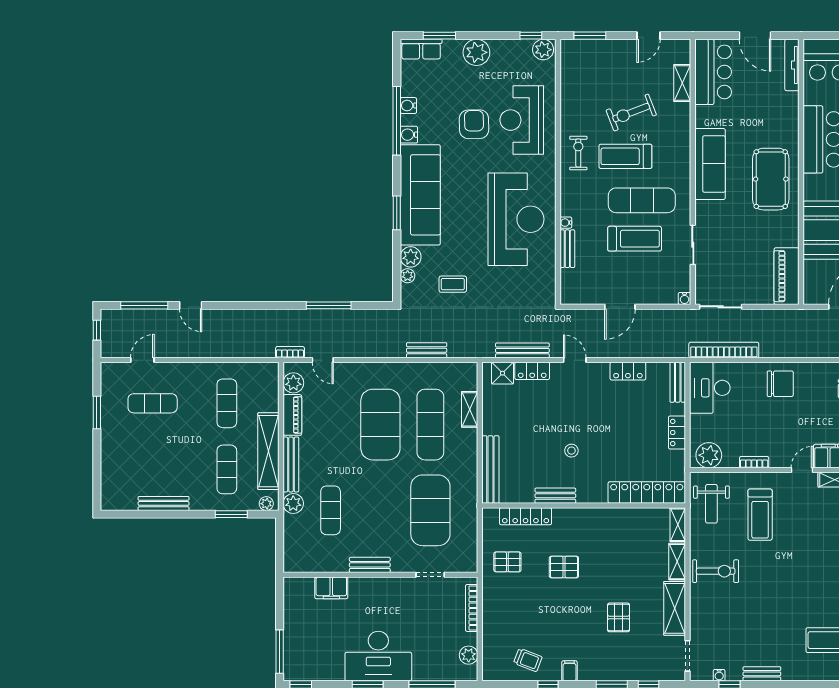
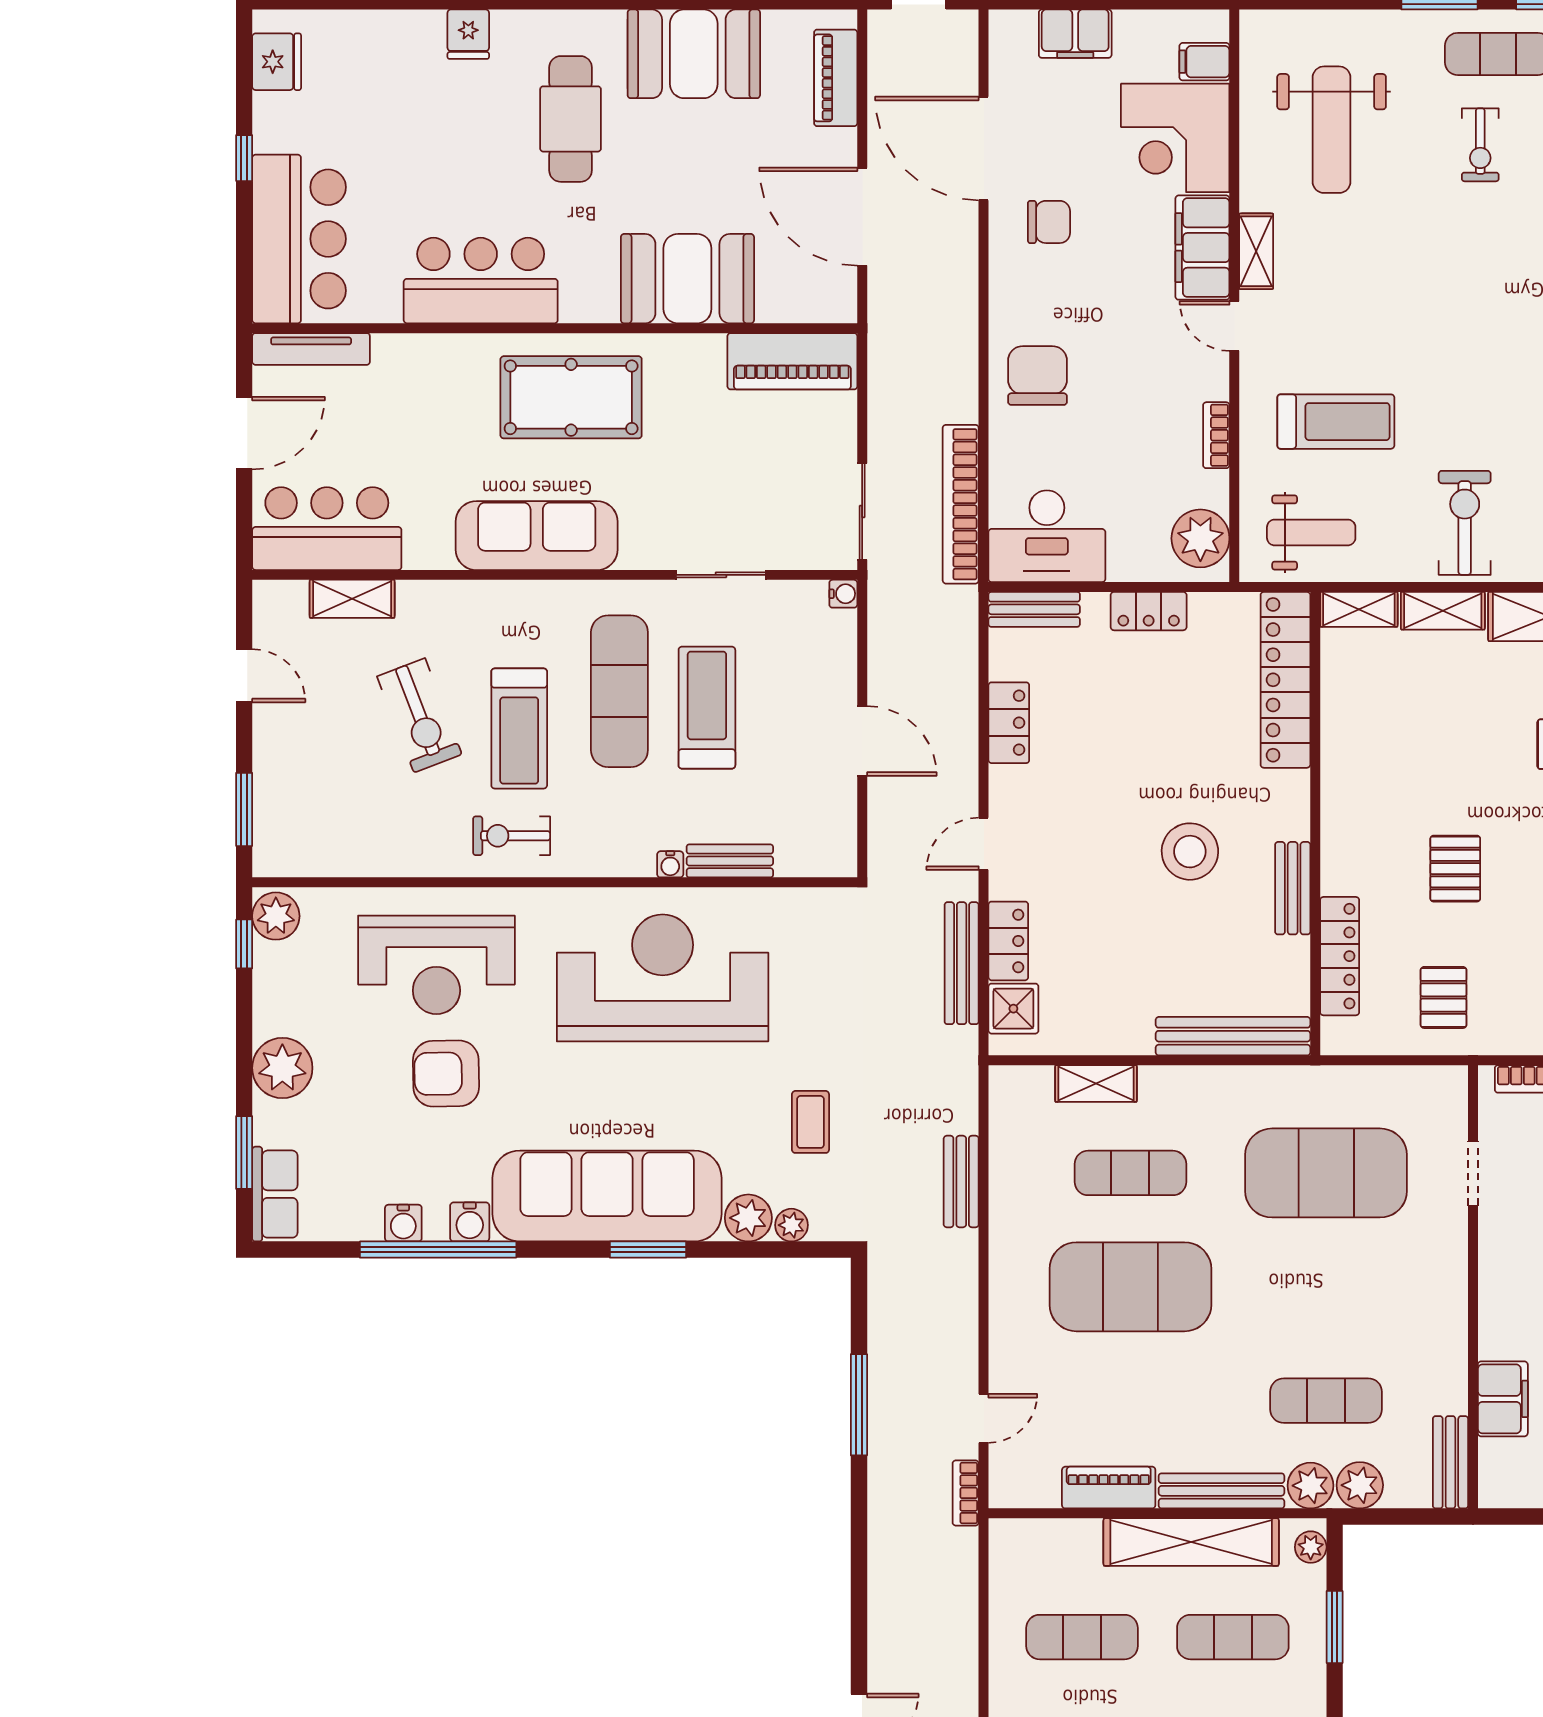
plant: (293, 383) -> (1360, 1485), moved
exercise mat: (430, 425) -> (1130, 1173), width x0.73, depth x0.69
stool: (571, 451) -> (1190, 852), width x1.89, depth x1.89
bench: (370, 565) -> (1450, 1462), moved

